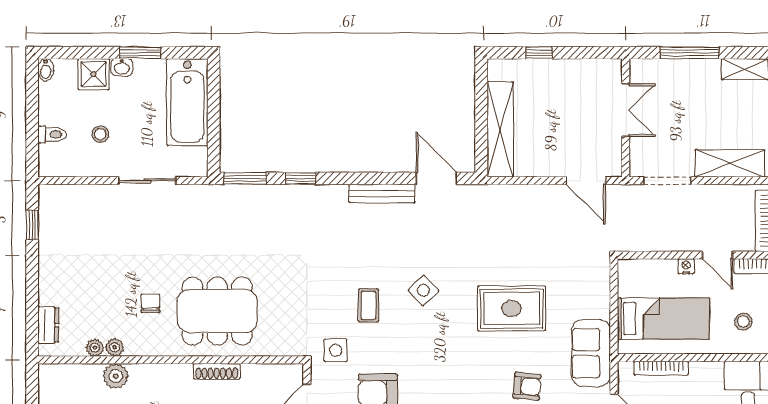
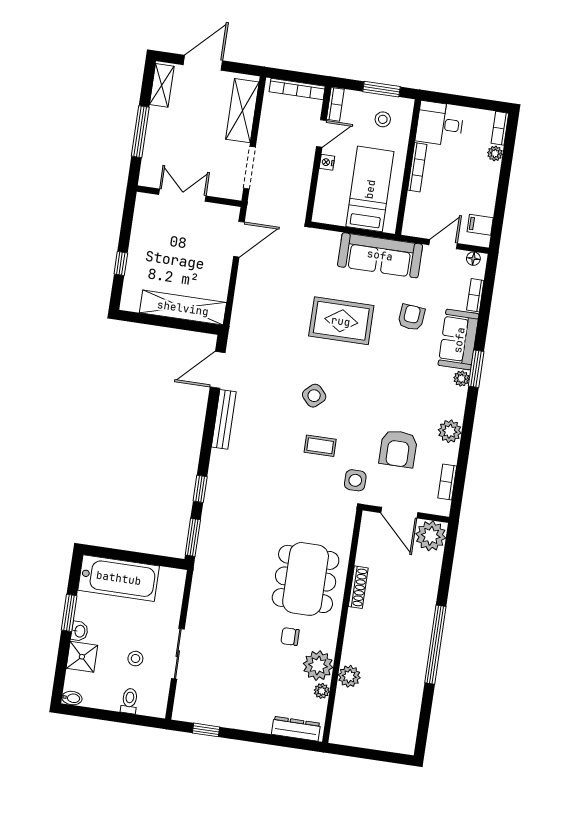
sliding door: (147, 181) -> (178, 654), moved
rug: (512, 308) -> (341, 321), turned 90
dresser: (48, 325) -> (296, 729), width x1.44
plant: (115, 347) -> (318, 666), width x1.88, depth x1.88
sofa: (591, 353) -> (380, 255), width x1.36
bookcase: (661, 368) -> (417, 167), moved

